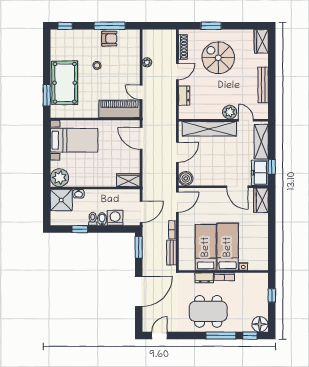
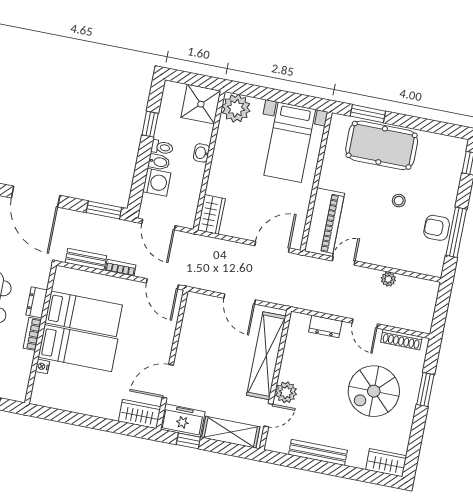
armchair: (109, 39) -> (437, 228), turned 90
spiral stairs: (218, 58) -> (374, 391), turned 180
boiler: (186, 178) -> (196, 304), removed
washbasin: (79, 194) -> (201, 153), moved

